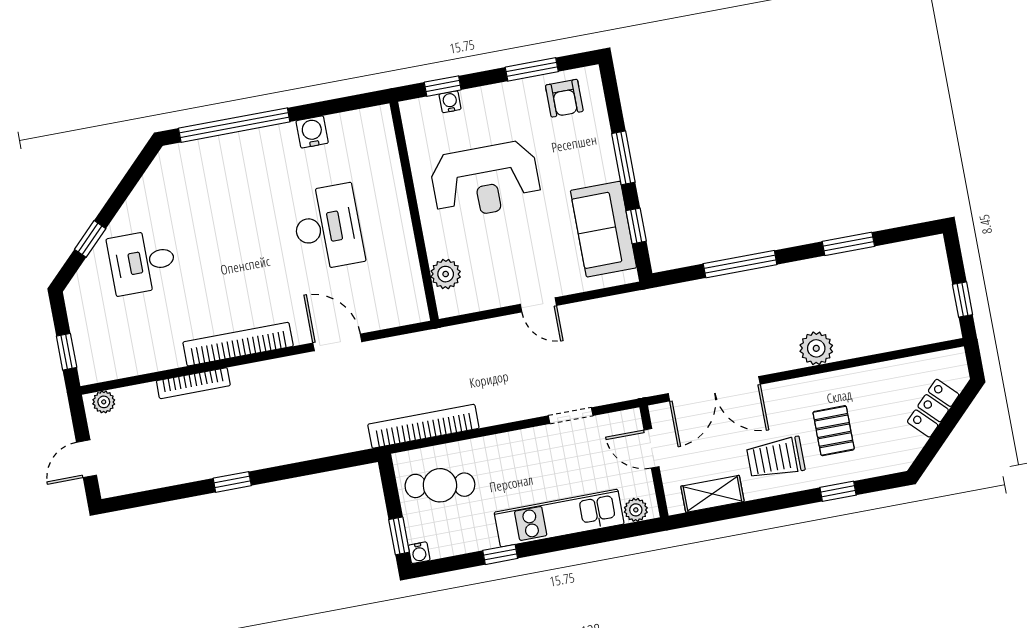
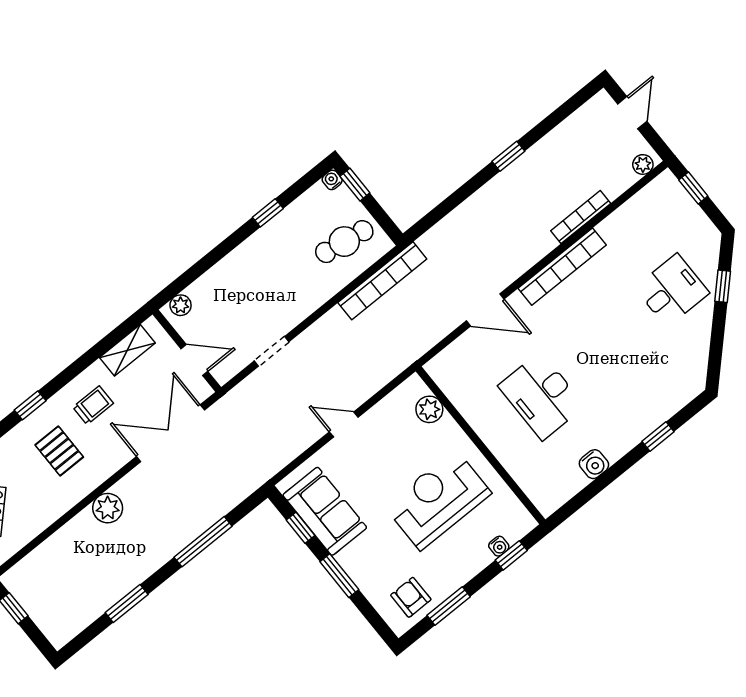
window: (234, 125) -> (658, 436), width x0.32
trolley: (776, 458) -> (93, 405), width x0.73, depth x0.72
kitchen unit: (559, 518) -> (237, 266), removed

